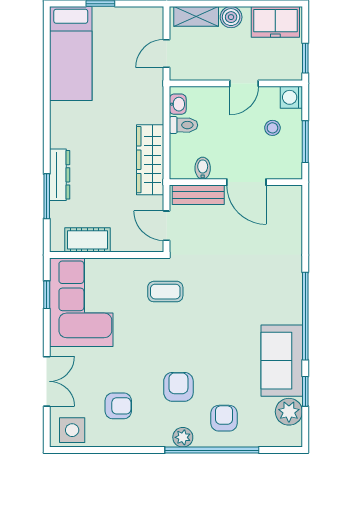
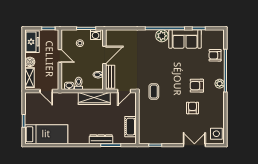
washing machine: (291, 97) -> (96, 35), moved
corner sofa: (81, 302) -> (159, 130), removed
armchair: (118, 406) -> (192, 108), moved
plant: (289, 412) -> (162, 36), moved
armchair: (224, 418) -> (215, 55), moved

